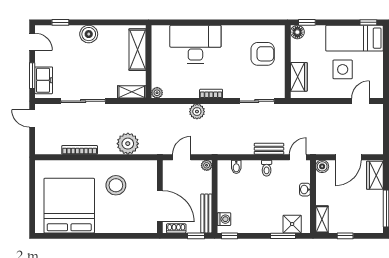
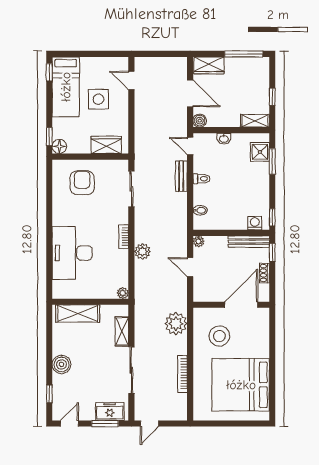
shelving: (132, 92) -> (122, 331), moved
wall: (160, 197) -> (231, 305), moved
door: (160, 206) -> (241, 305), moved

